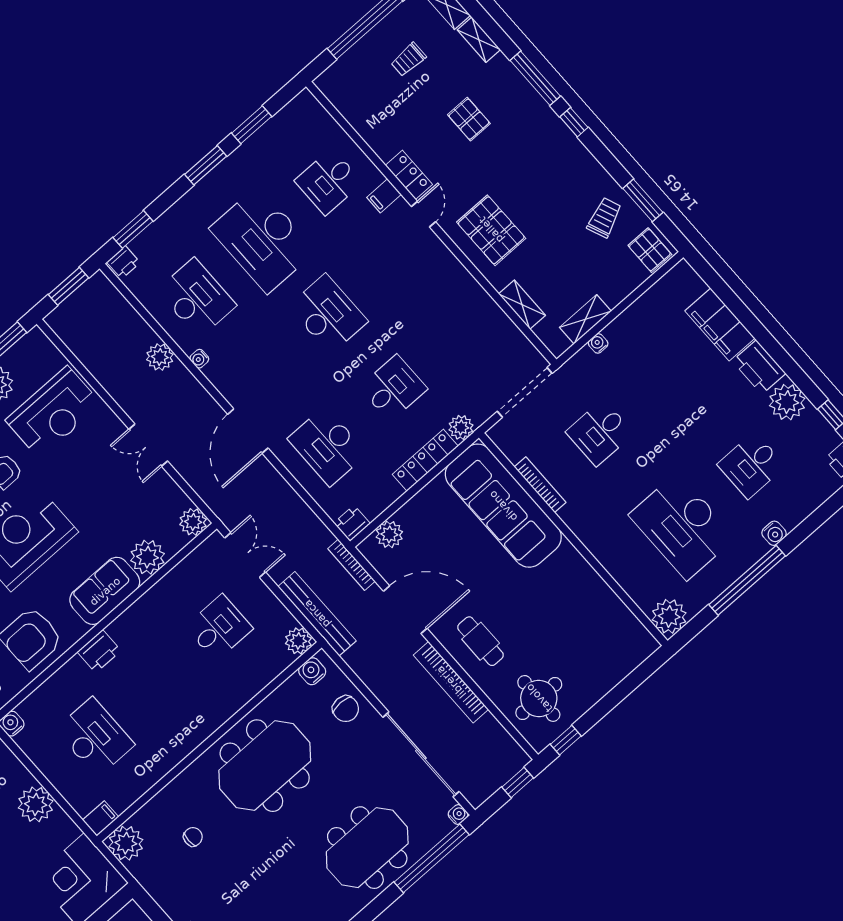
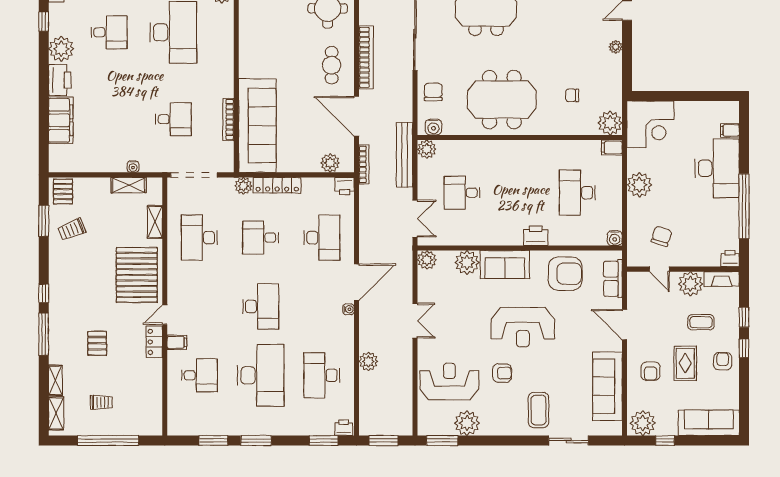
pallet: (491, 230) -> (137, 275), width x1.37, depth x1.41
desk: (328, 314) -> (261, 306), turned 180
desk: (459, 330) -> (199, 238), added
water cooler: (199, 359) -> (348, 309), moved
double door: (245, 555) -> (415, 219), swing flipped

